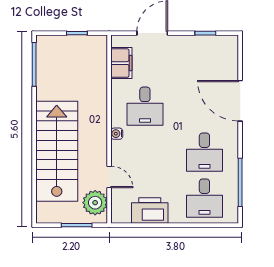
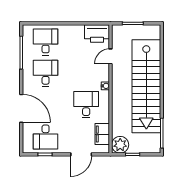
desk: (204, 60) -> (46, 136), added
stairs: (57, 151) -> (146, 86), width x1.36
door: (109, 177) -> (111, 56), hinge flipped
plant: (95, 203) -> (120, 145), moved
printer: (150, 211) -> (97, 33), moved

